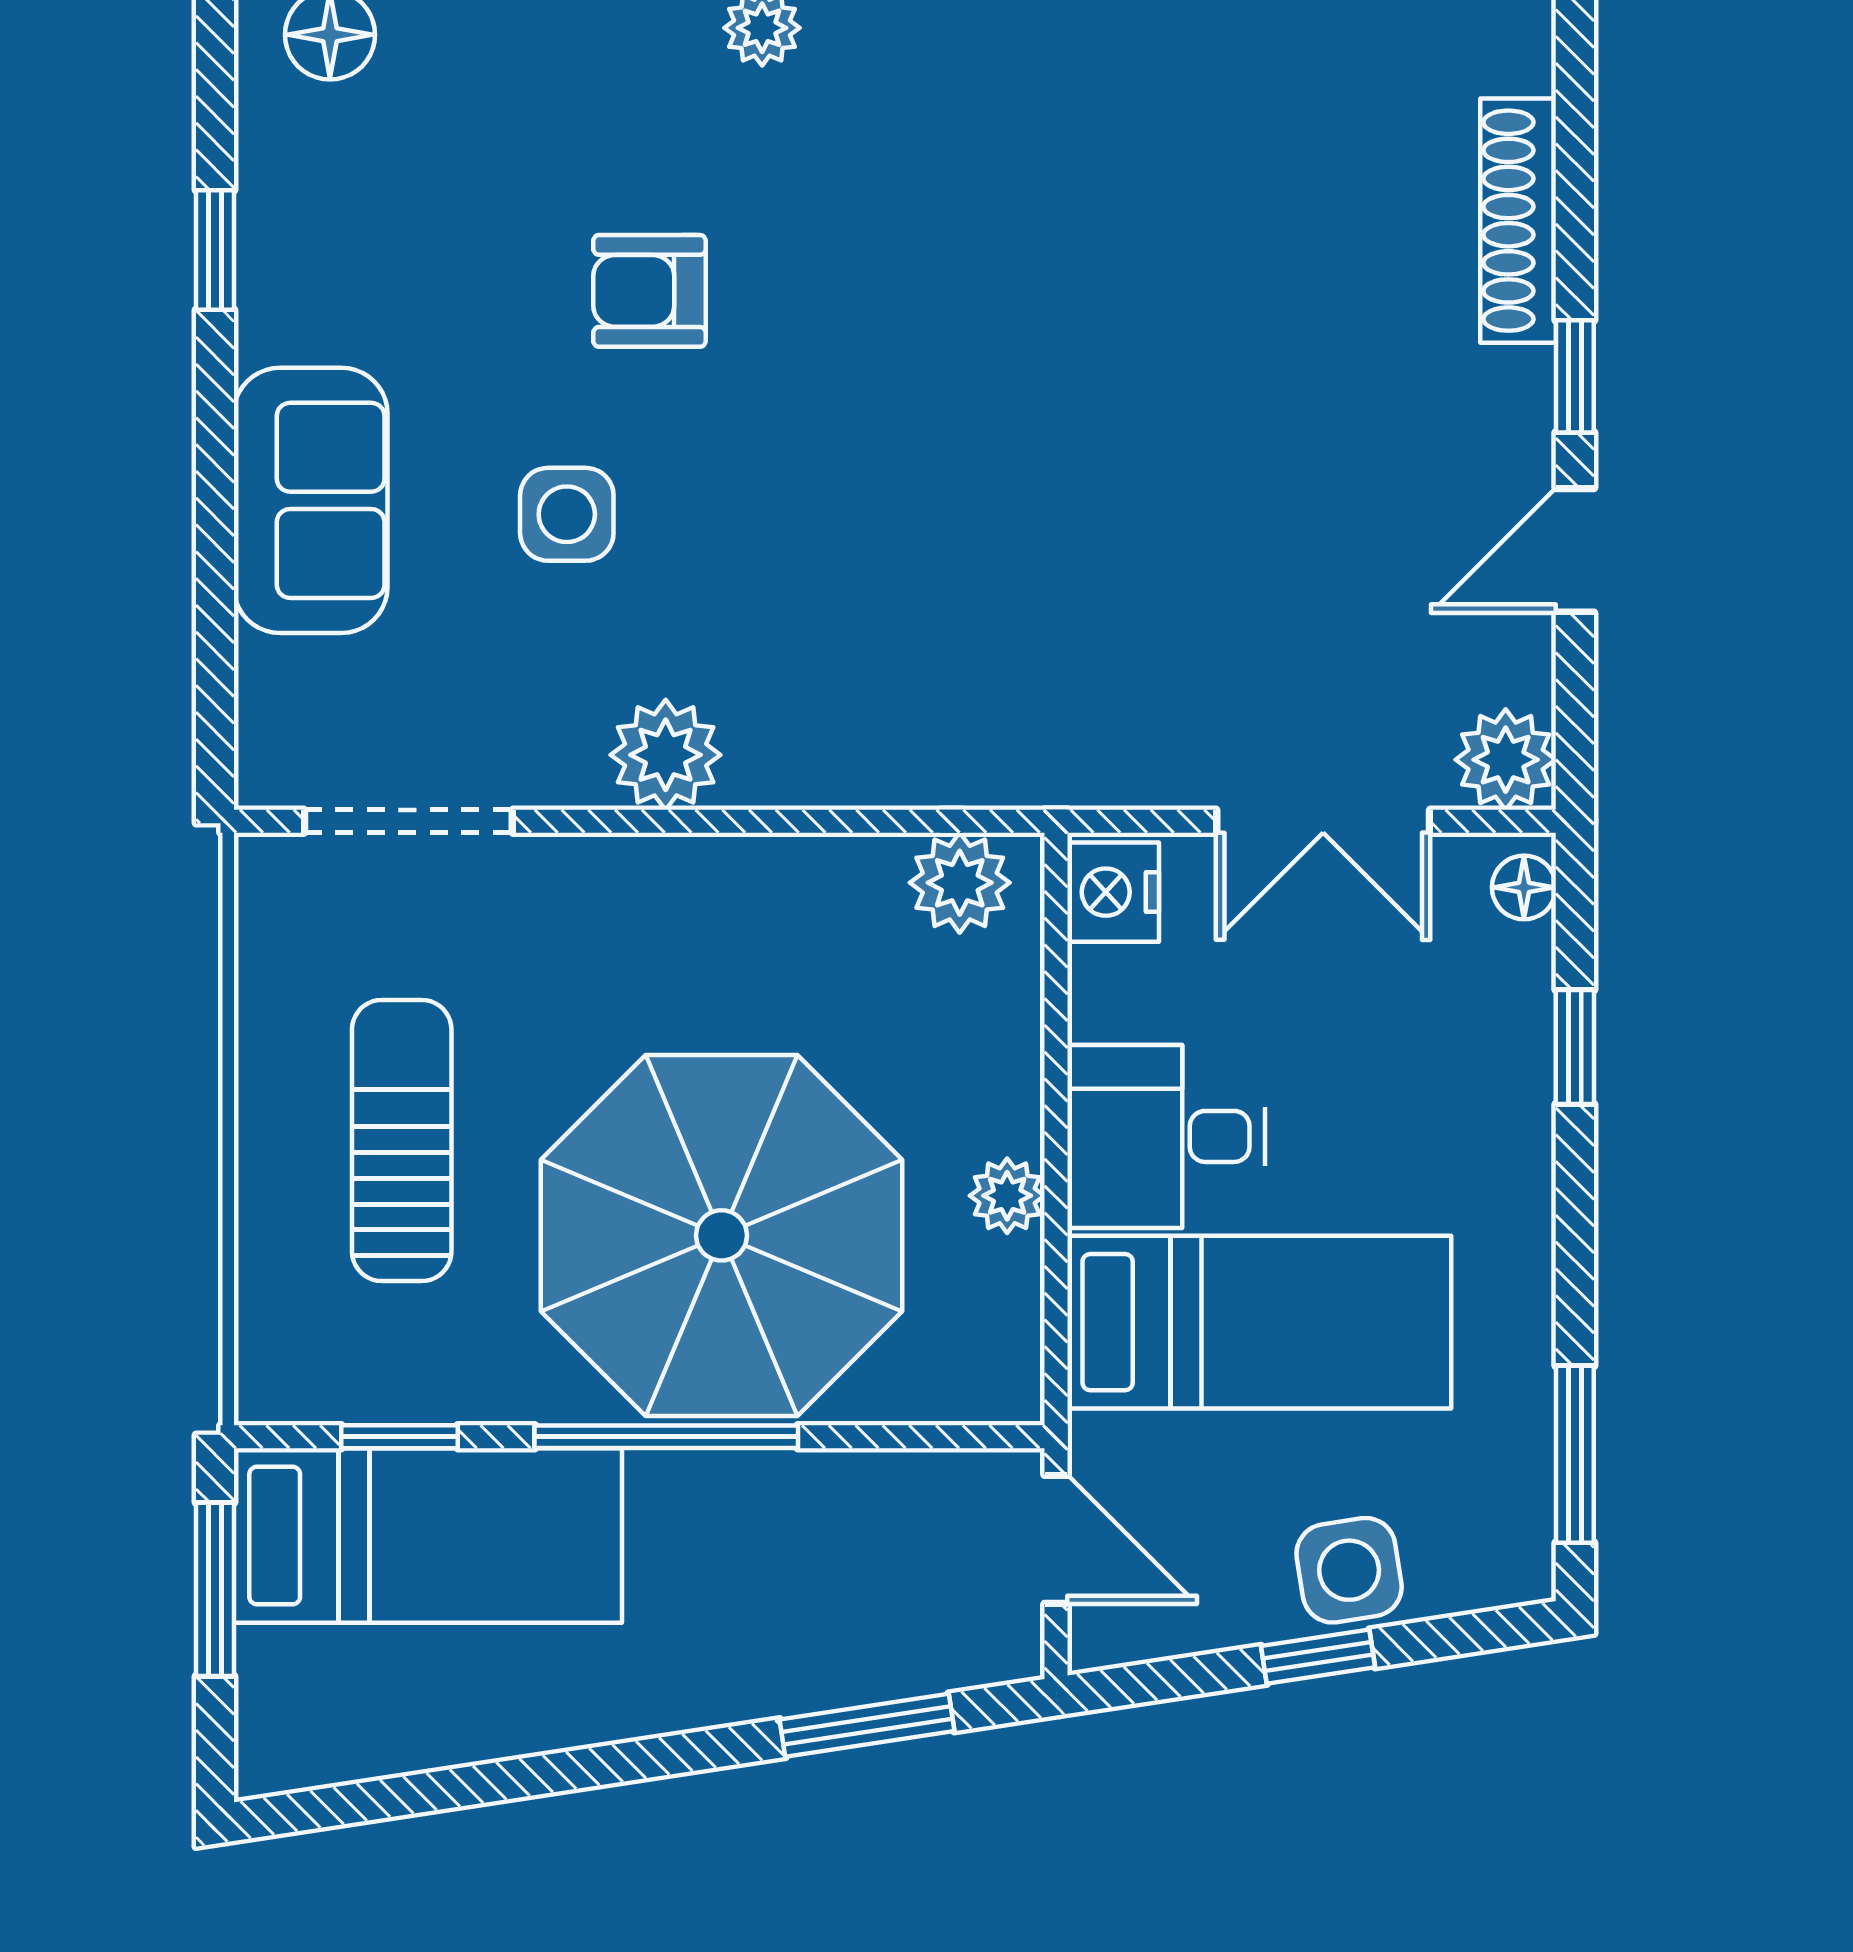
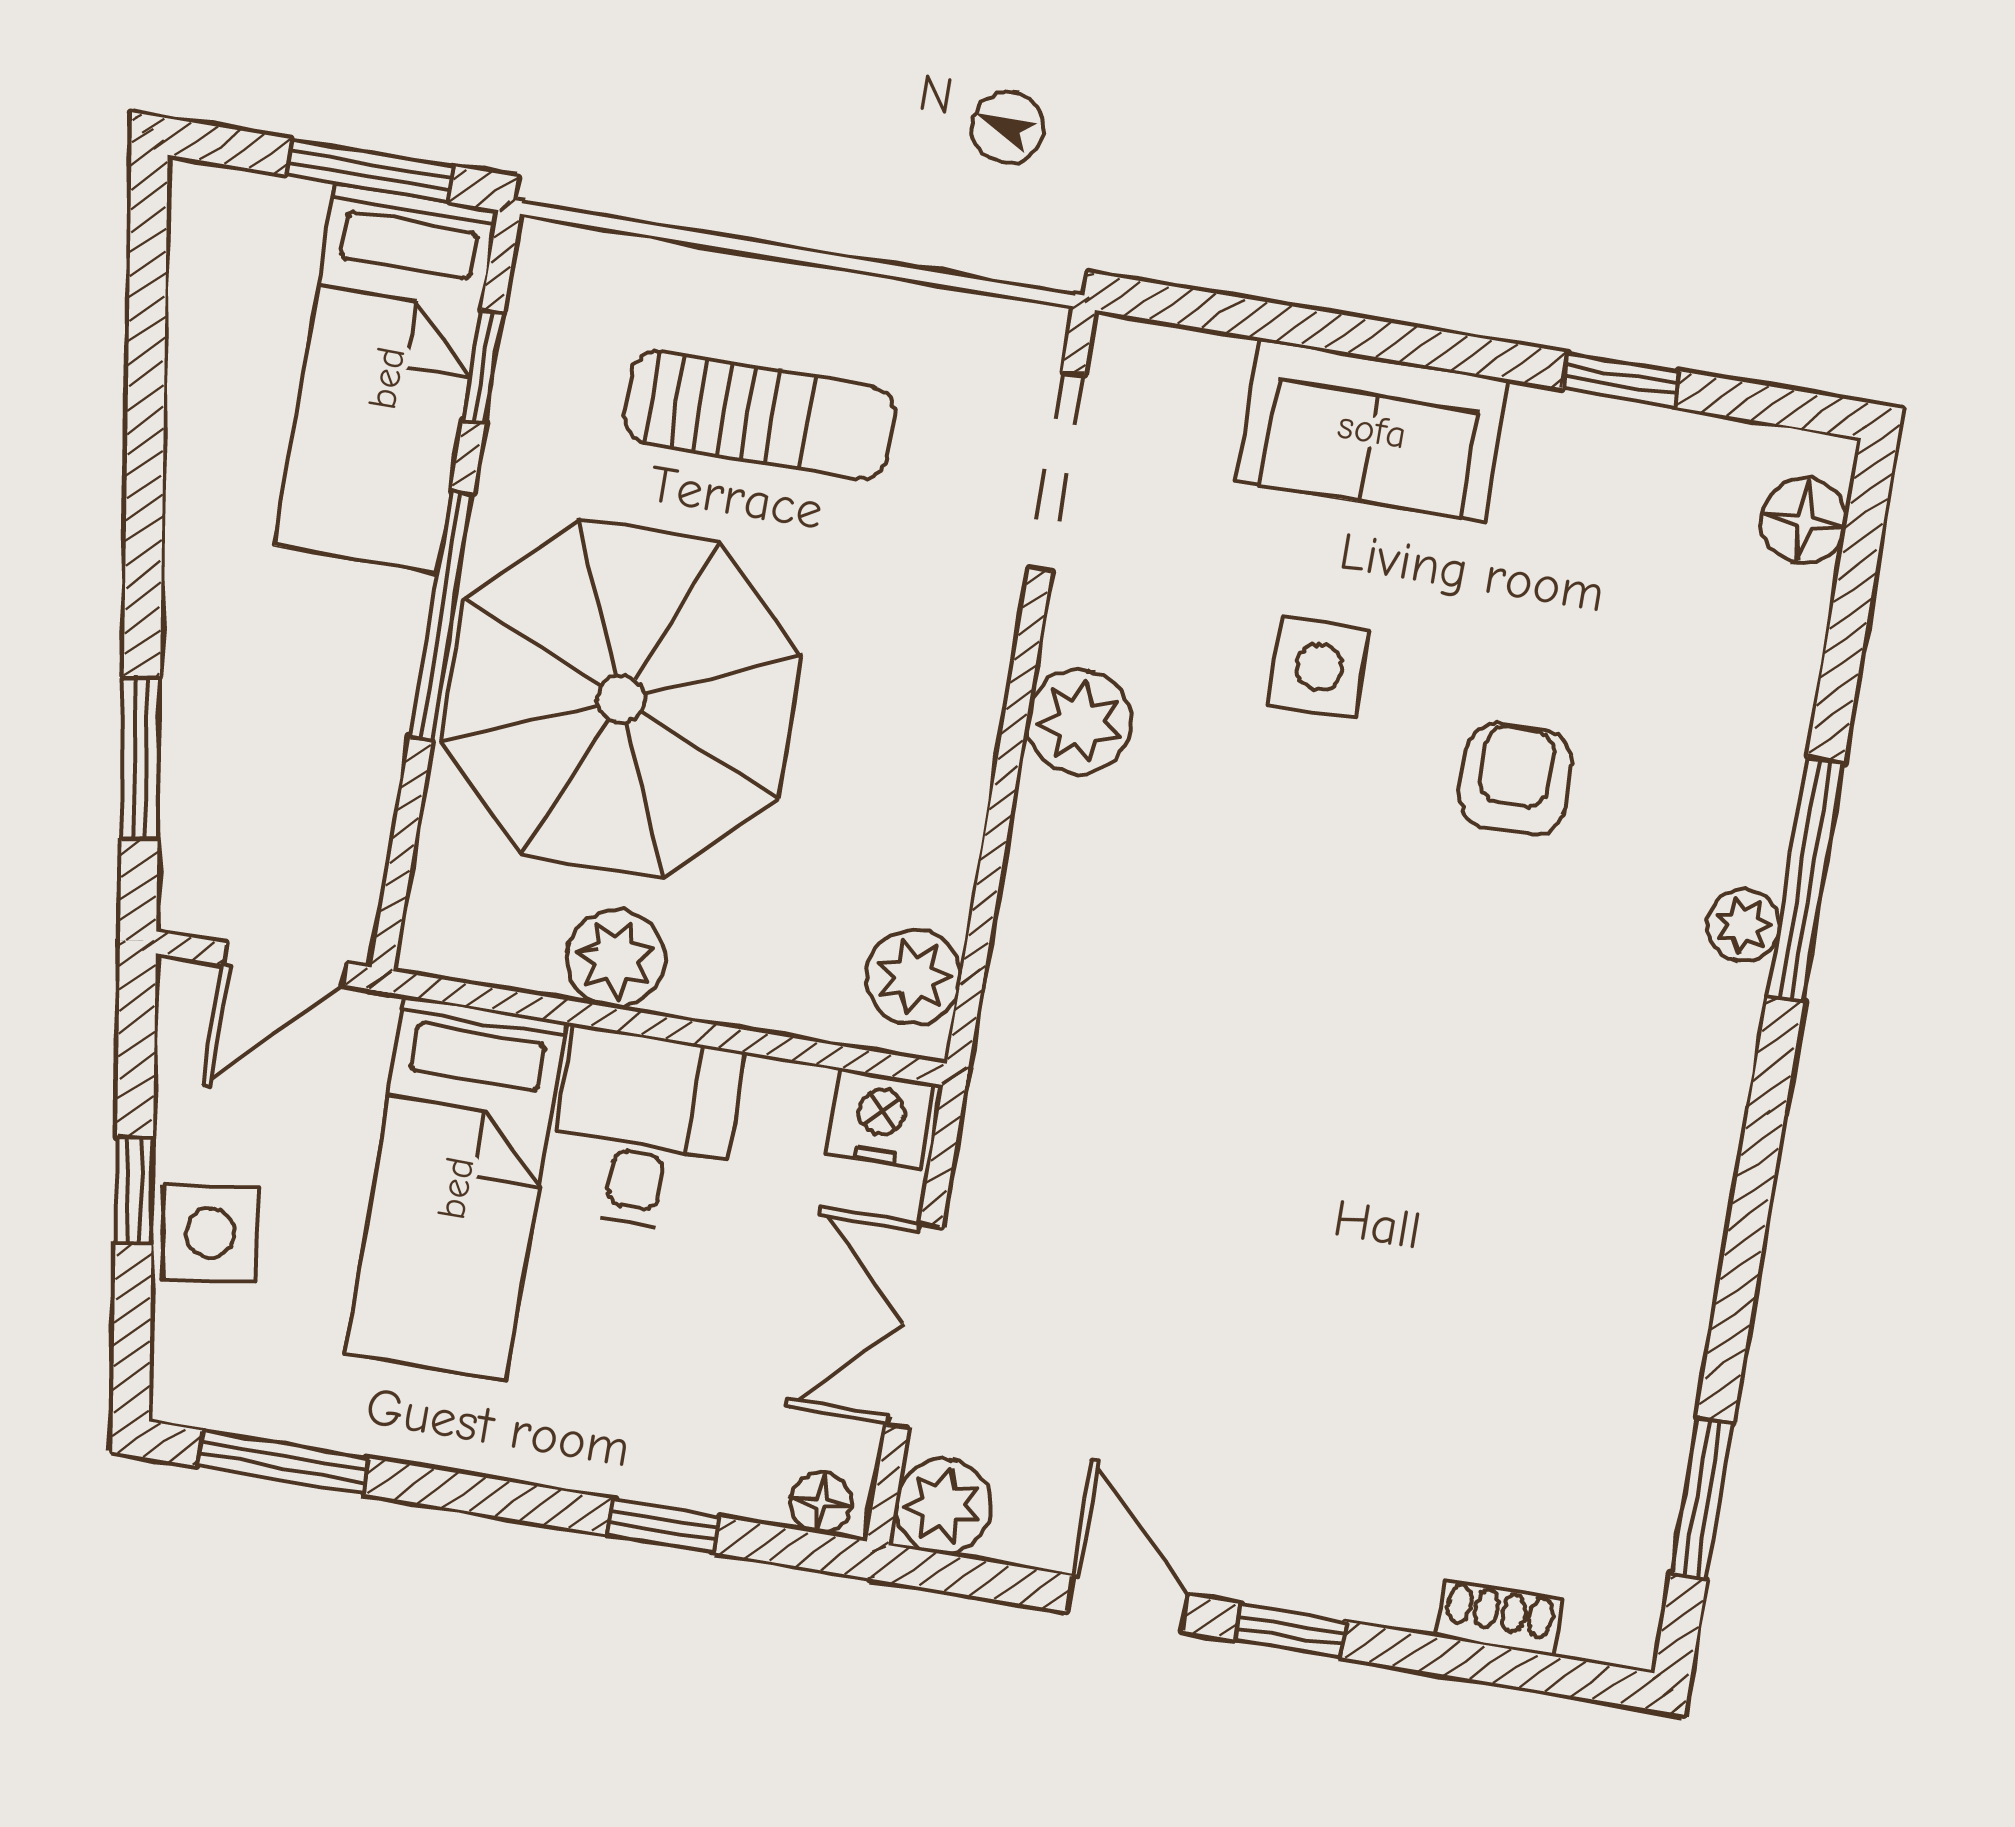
shoe rack: (1518, 221) -> (1499, 1618), width x0.51, depth x0.81
plant: (1007, 1196) -> (616, 959), width x1.38, depth x1.38

